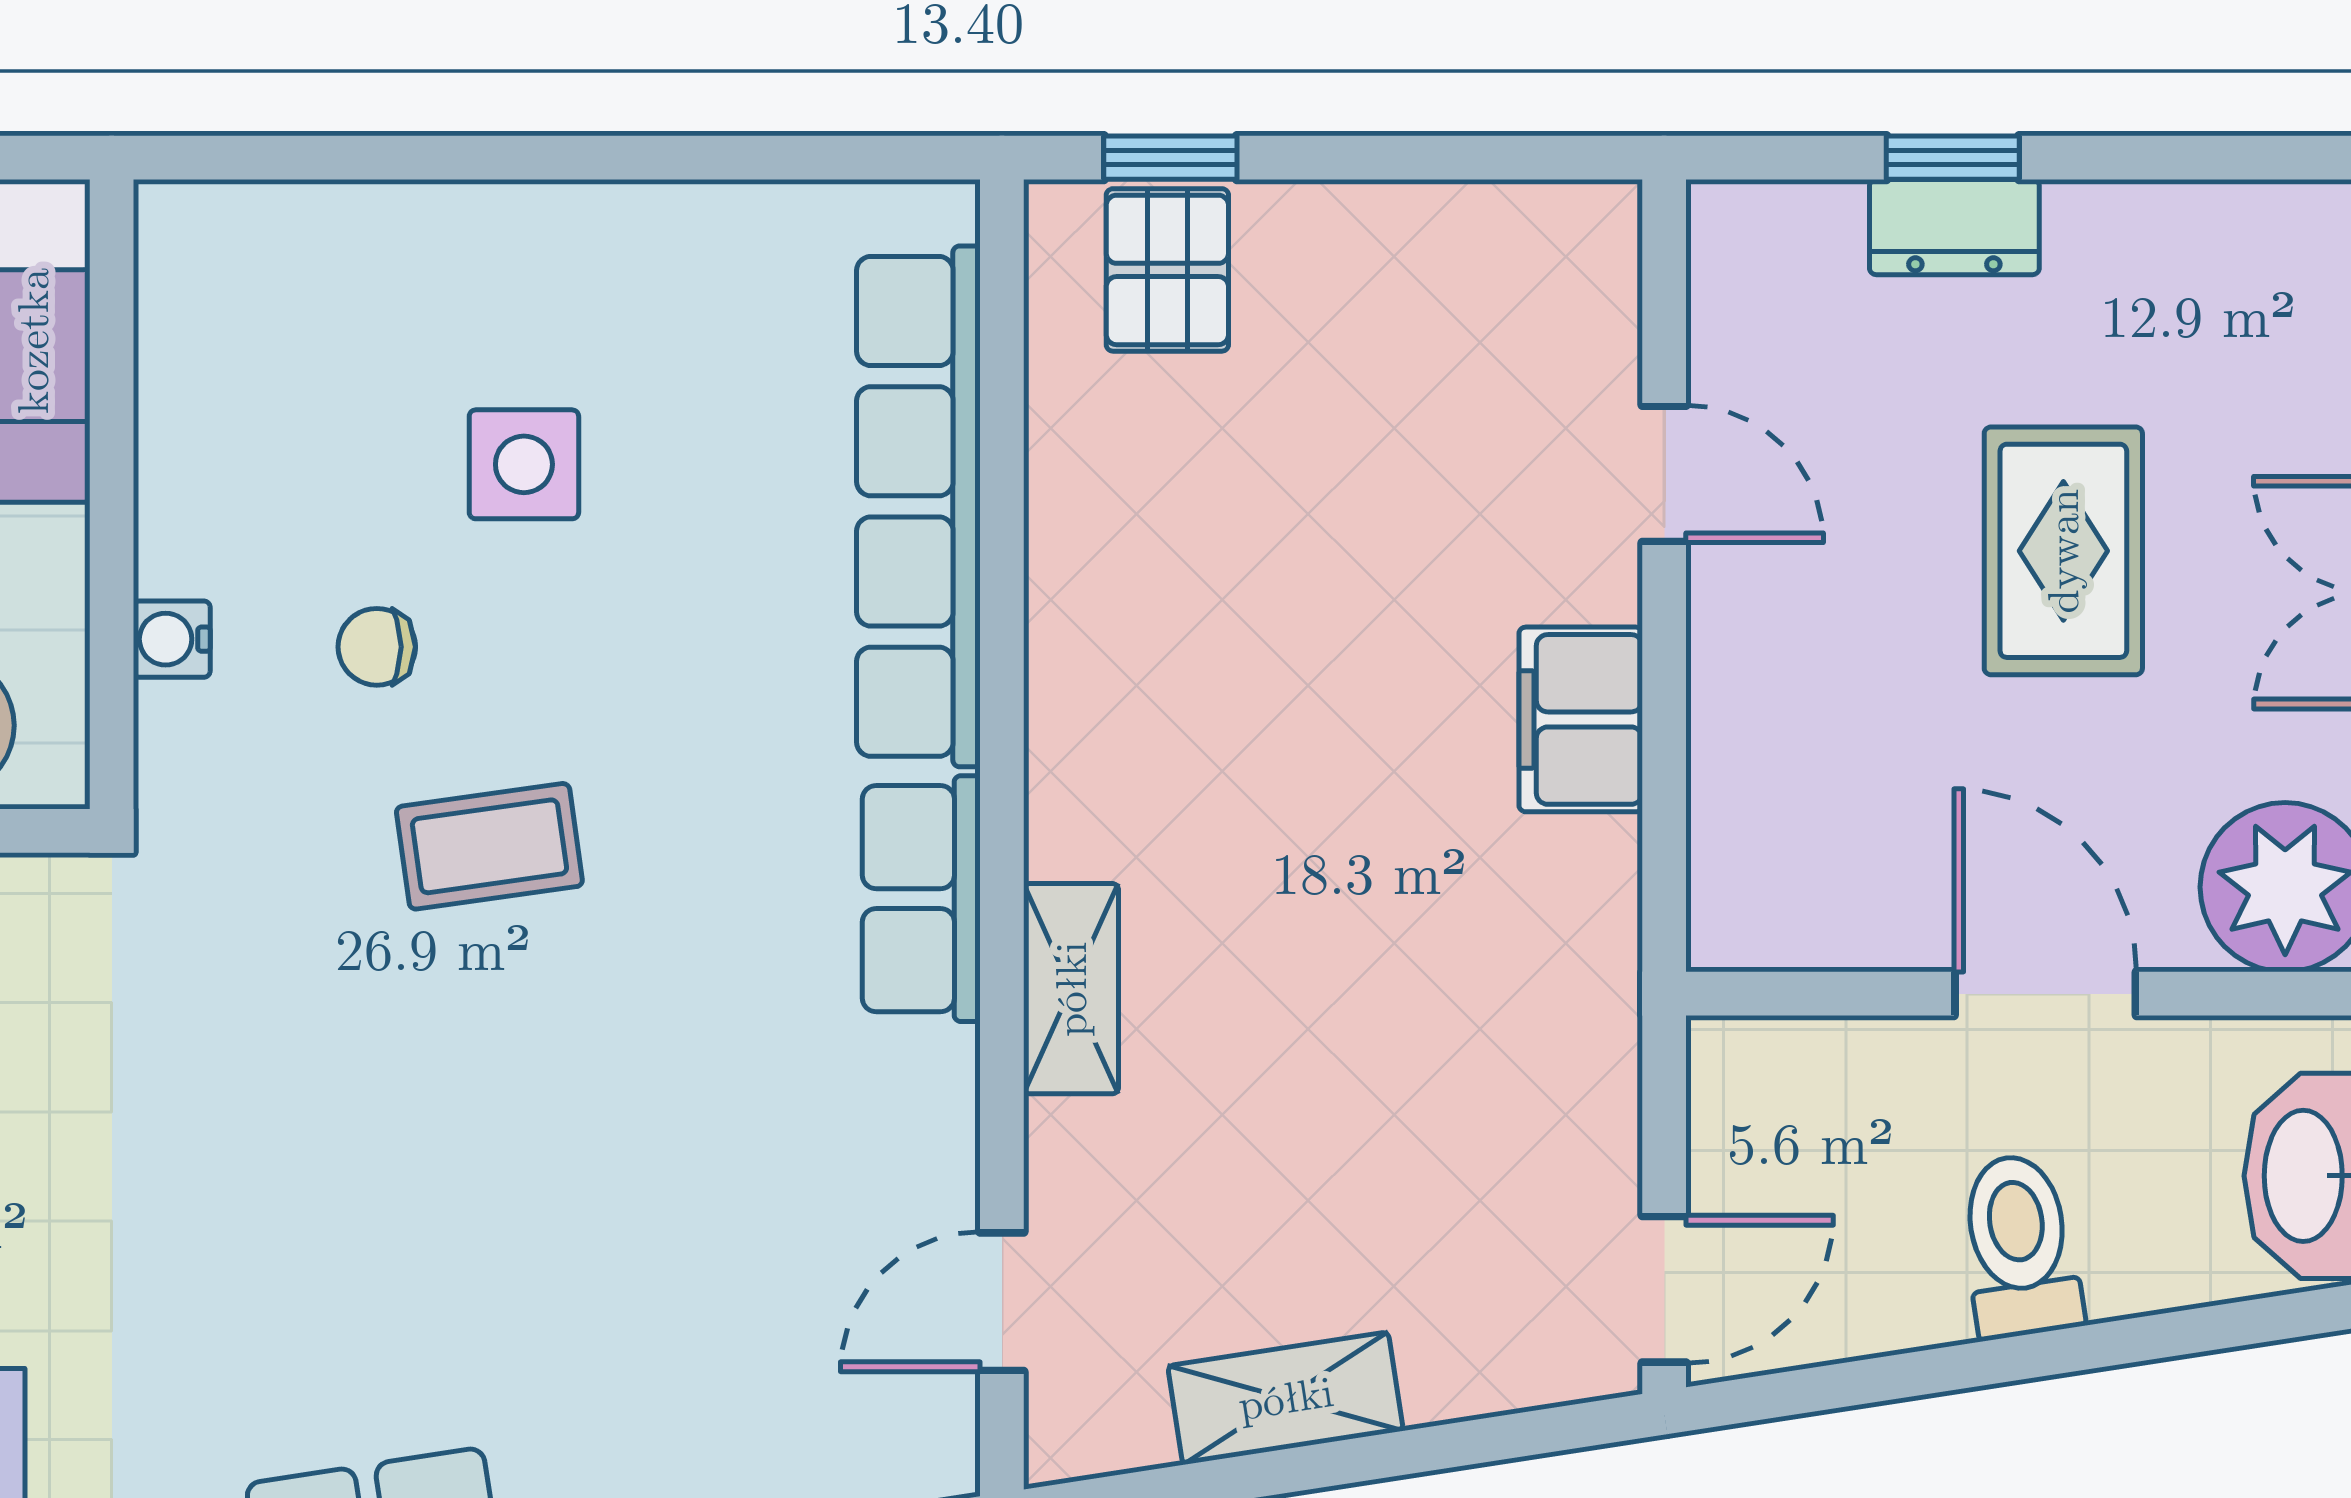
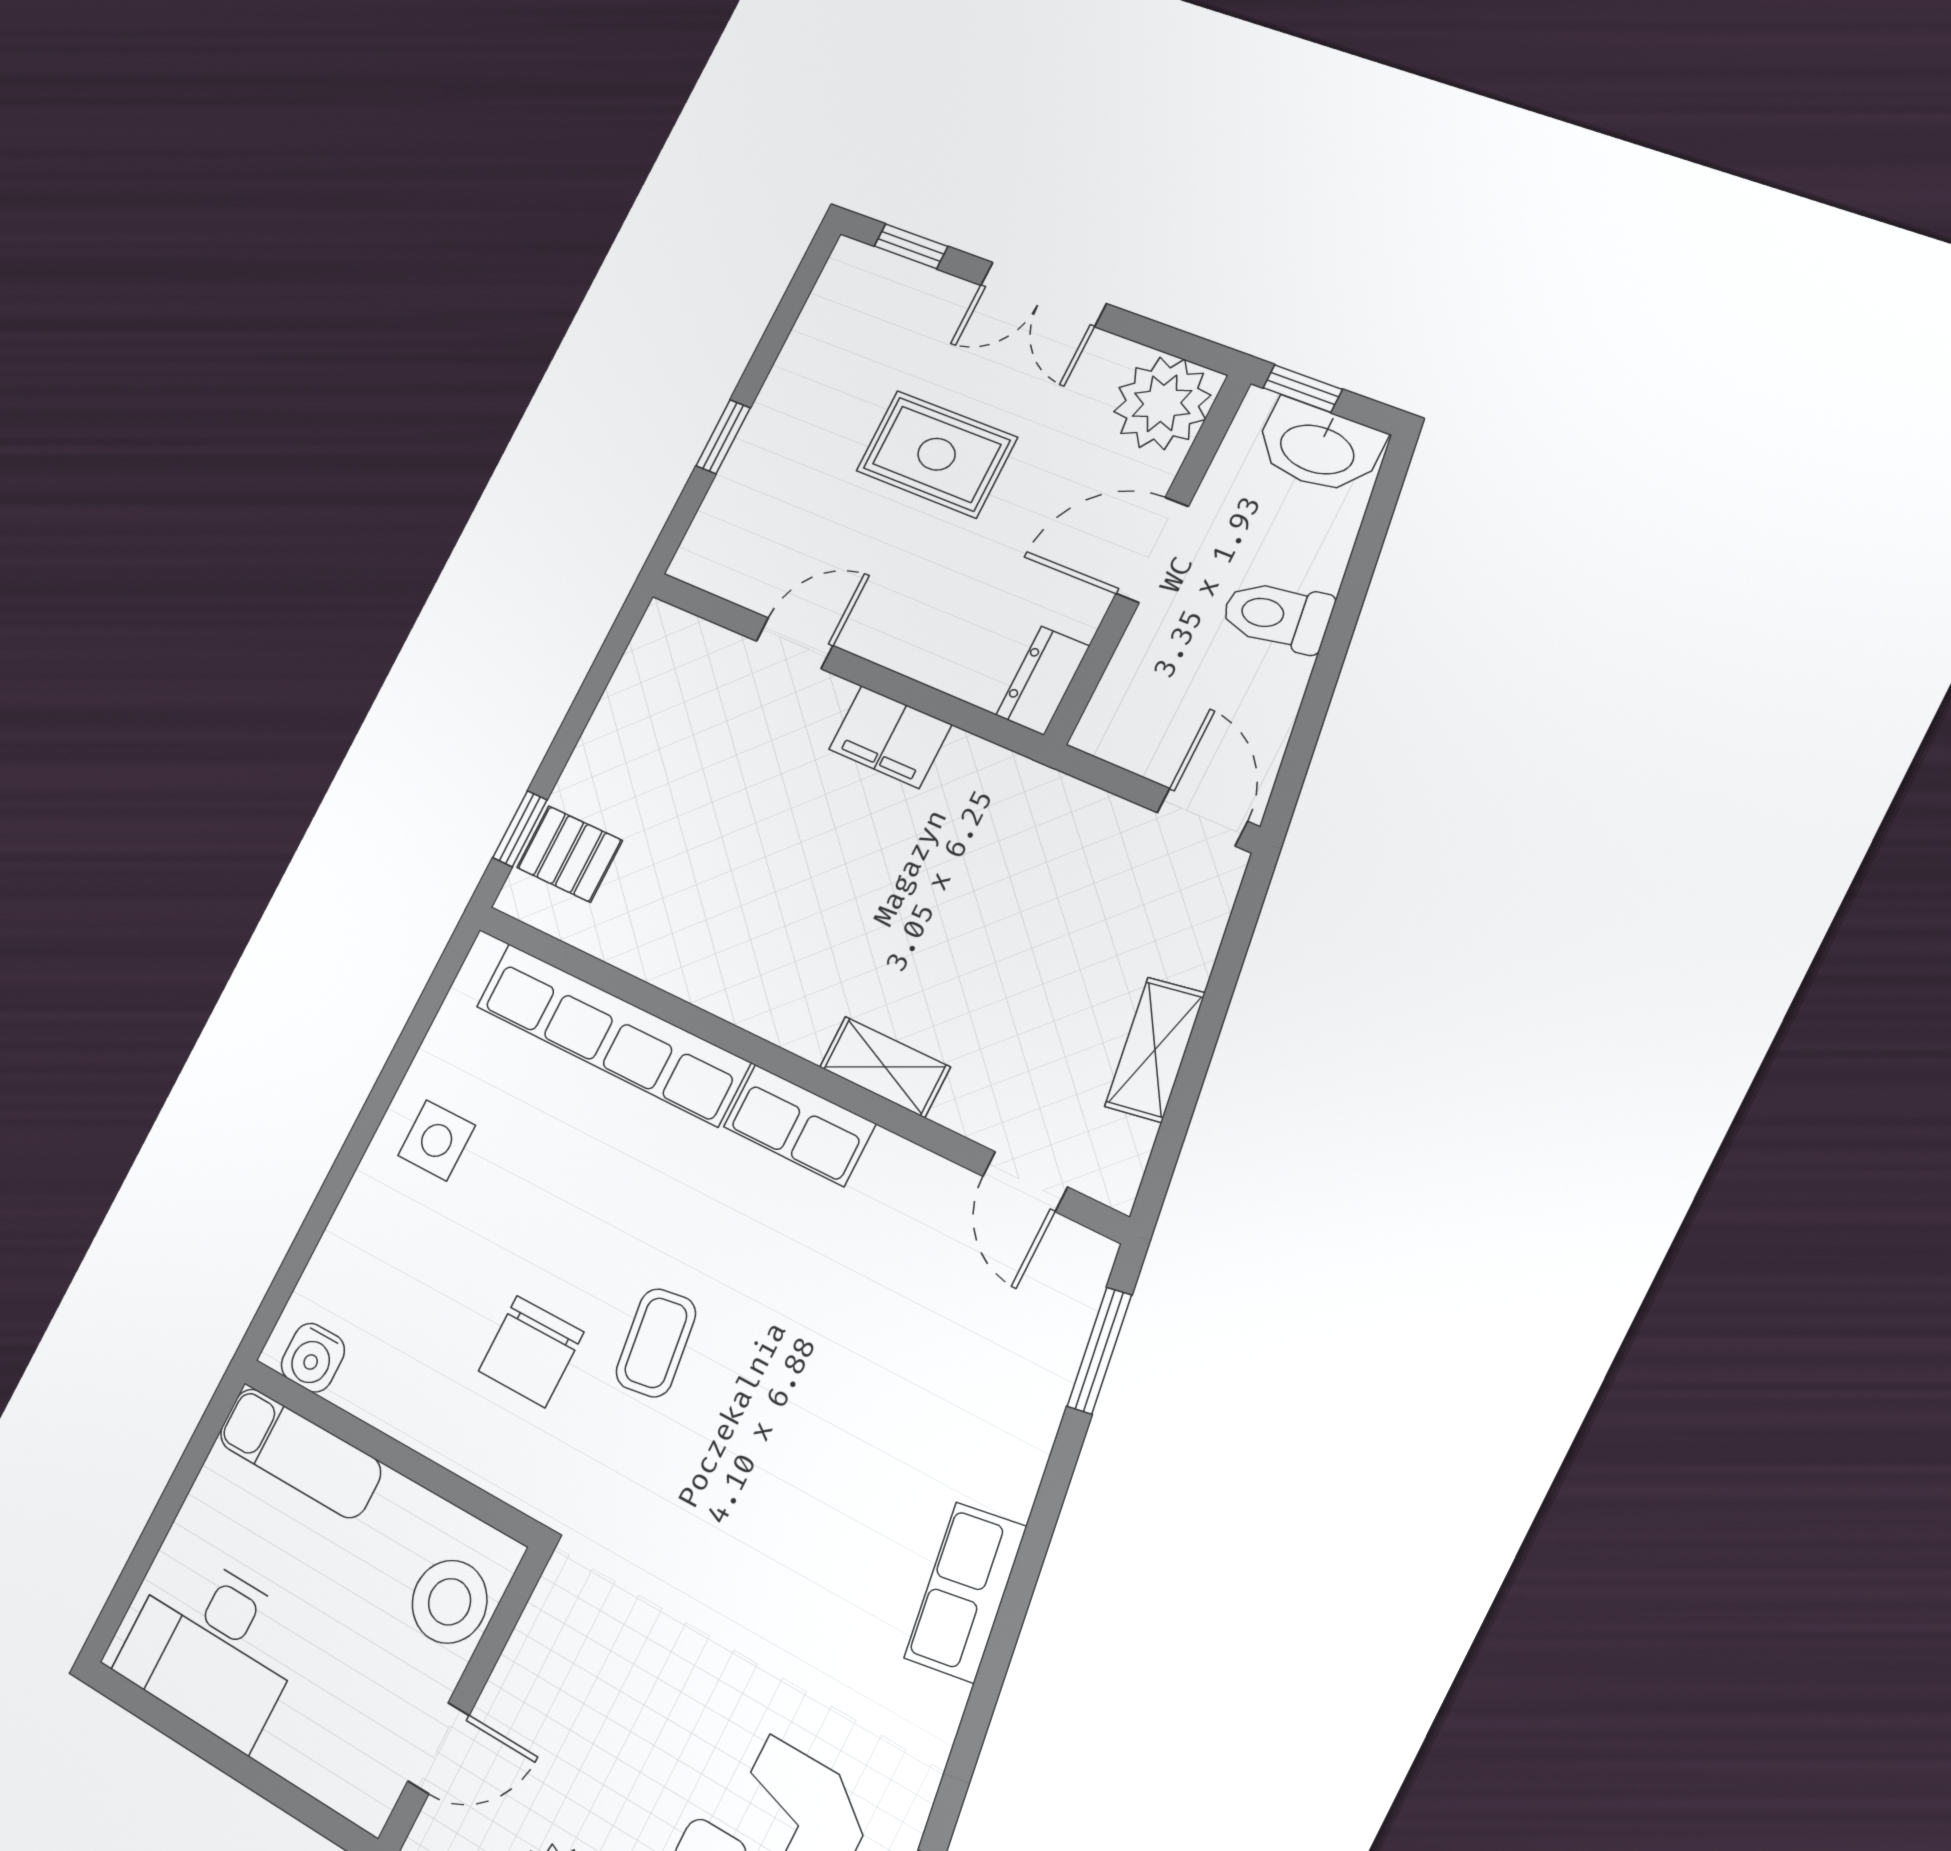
dresser: (1954, 227) -> (1043, 681), moved, turned 180
side table: (524, 464) -> (437, 1140), moved
water cooler: (172, 639) -> (313, 1358), moved, width x1.38, depth x1.38
chair: (377, 647) -> (531, 1352), width x1.87, depth x1.87

